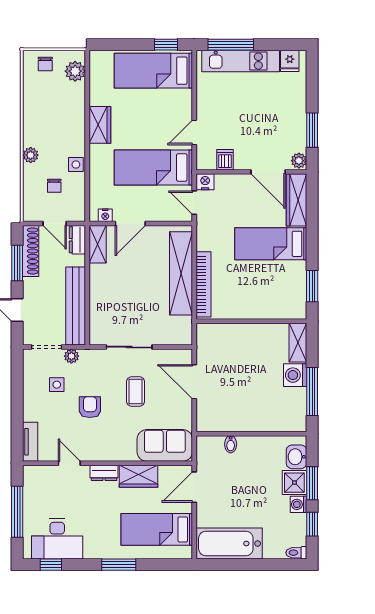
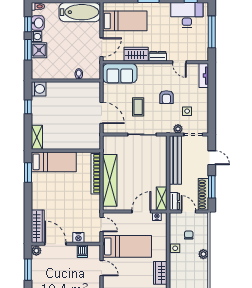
door: (194, 132) -> (102, 268), hinge flipped
nightstand: (205, 182) -> (78, 237), moved
bed: (271, 244) -> (54, 162), moved
washing machine: (295, 375) -> (39, 89), moved
window: (312, 391) -> (28, 107), width x0.46
washbasin: (297, 457) -> (38, 23), moved

